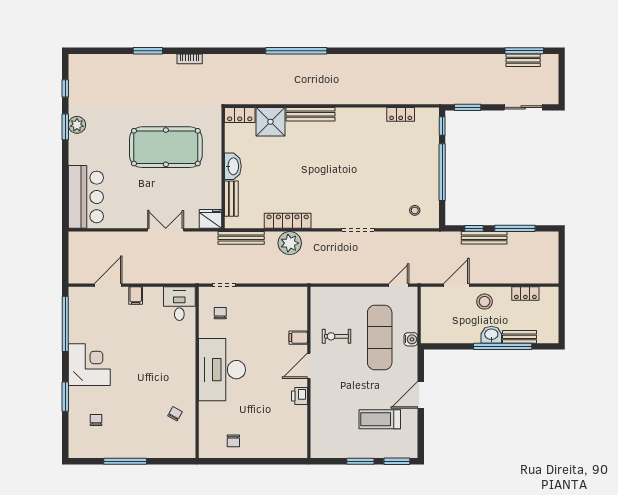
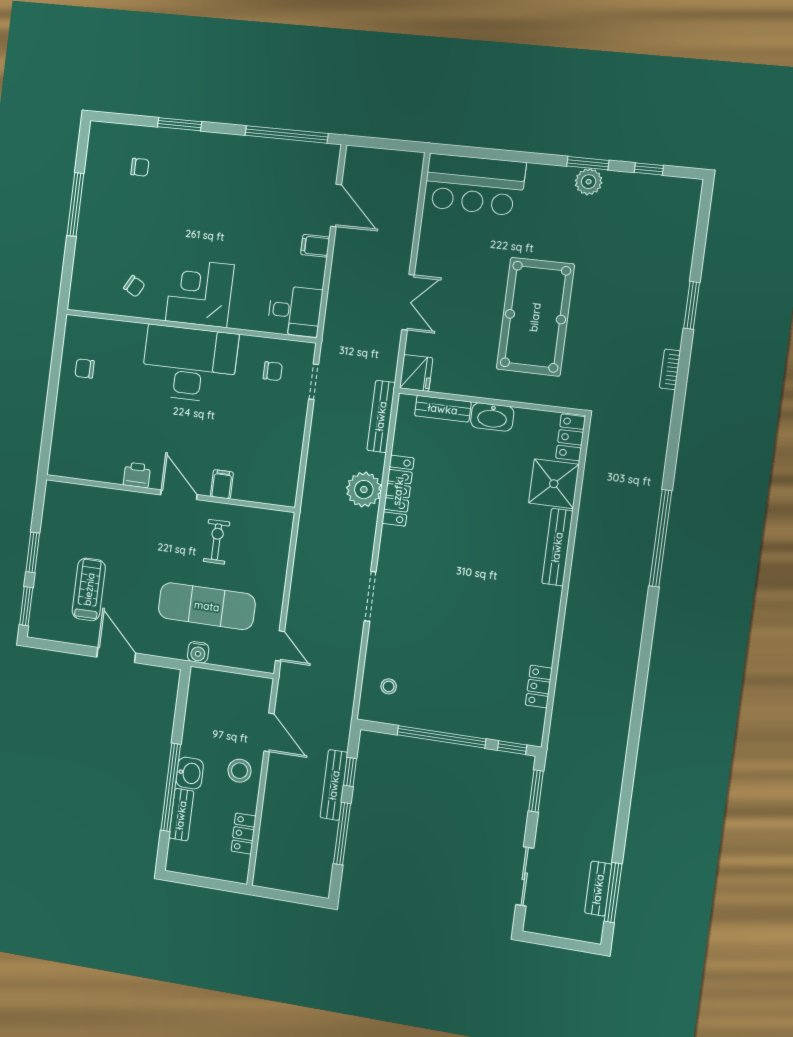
corner desk: (89, 365) -> (200, 293), moved, turned 180

